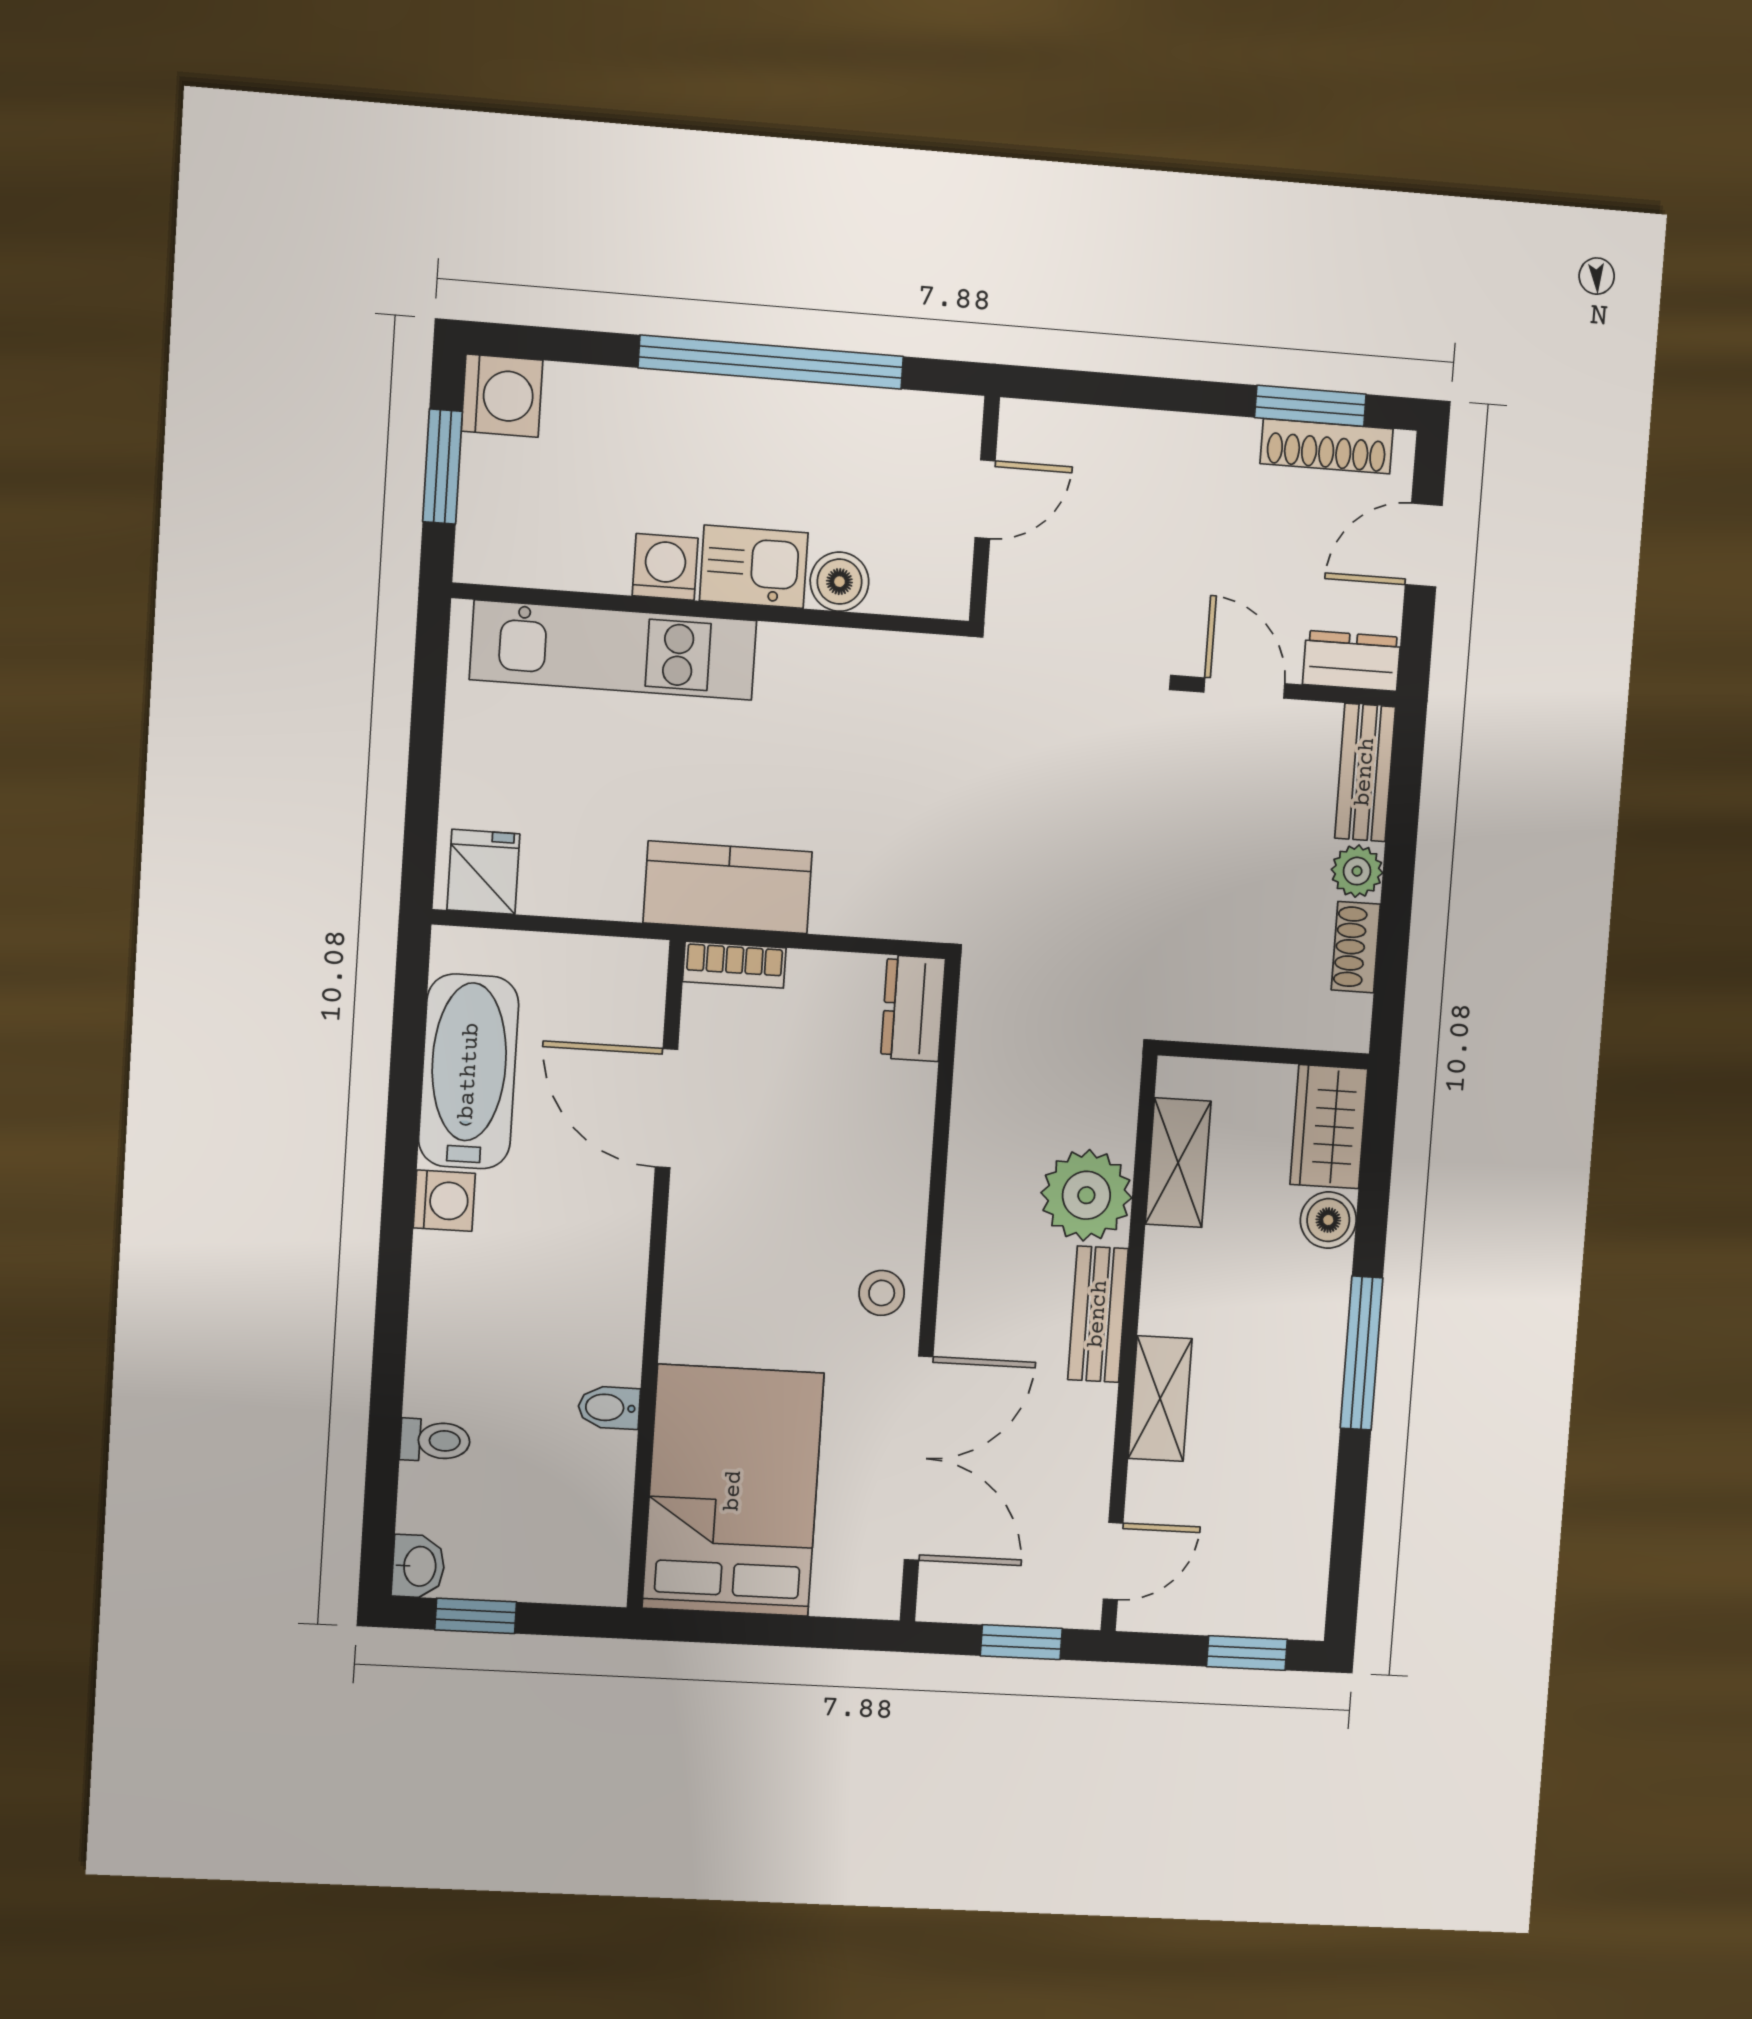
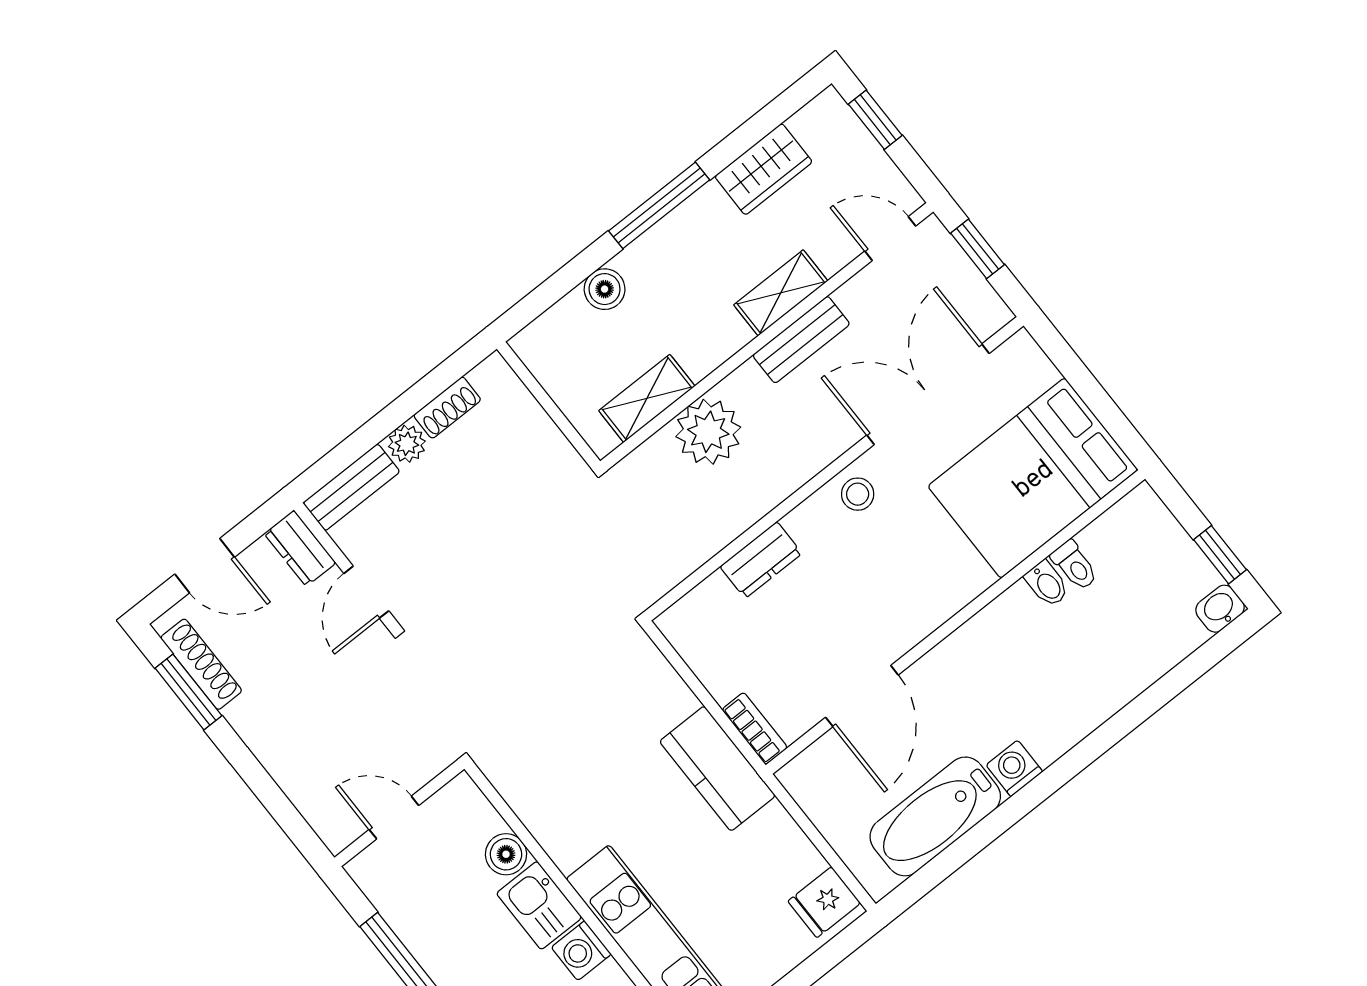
dresser: (913, 1008) -> (761, 560), moved
wardrobe: (1329, 1127) -> (763, 169), moved
bench: (1098, 1314) -> (801, 340), moved
toilet: (435, 1440) -> (1075, 565), moved, turned 180

